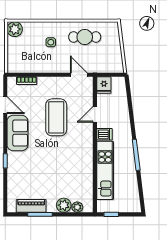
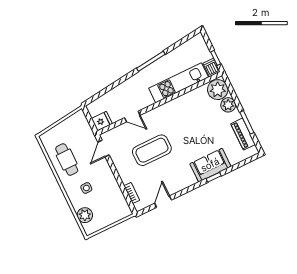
plant: (15, 29) -> (85, 215), moved
sofa: (17, 133) -> (210, 165), moved
dishwasher: (104, 134) -> (212, 67), moved
plant: (77, 207) -> (218, 90), width x1.88, depth x1.88

